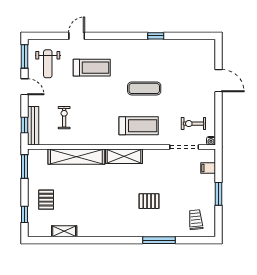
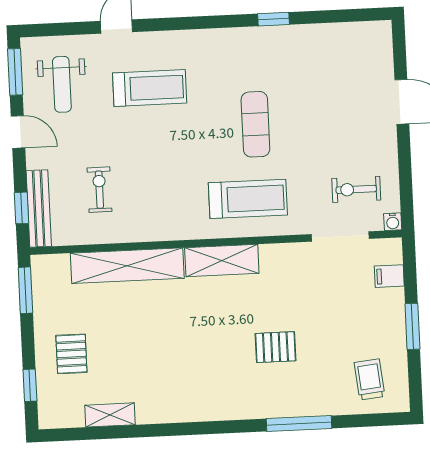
exercise mat: (144, 88) -> (255, 124), turned 90

